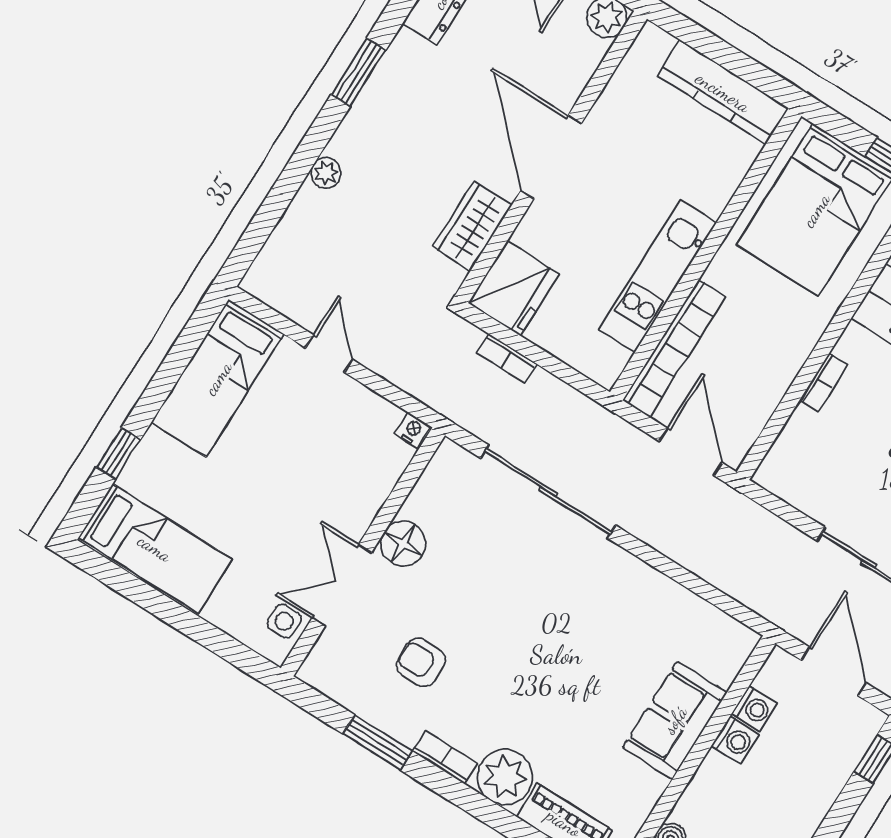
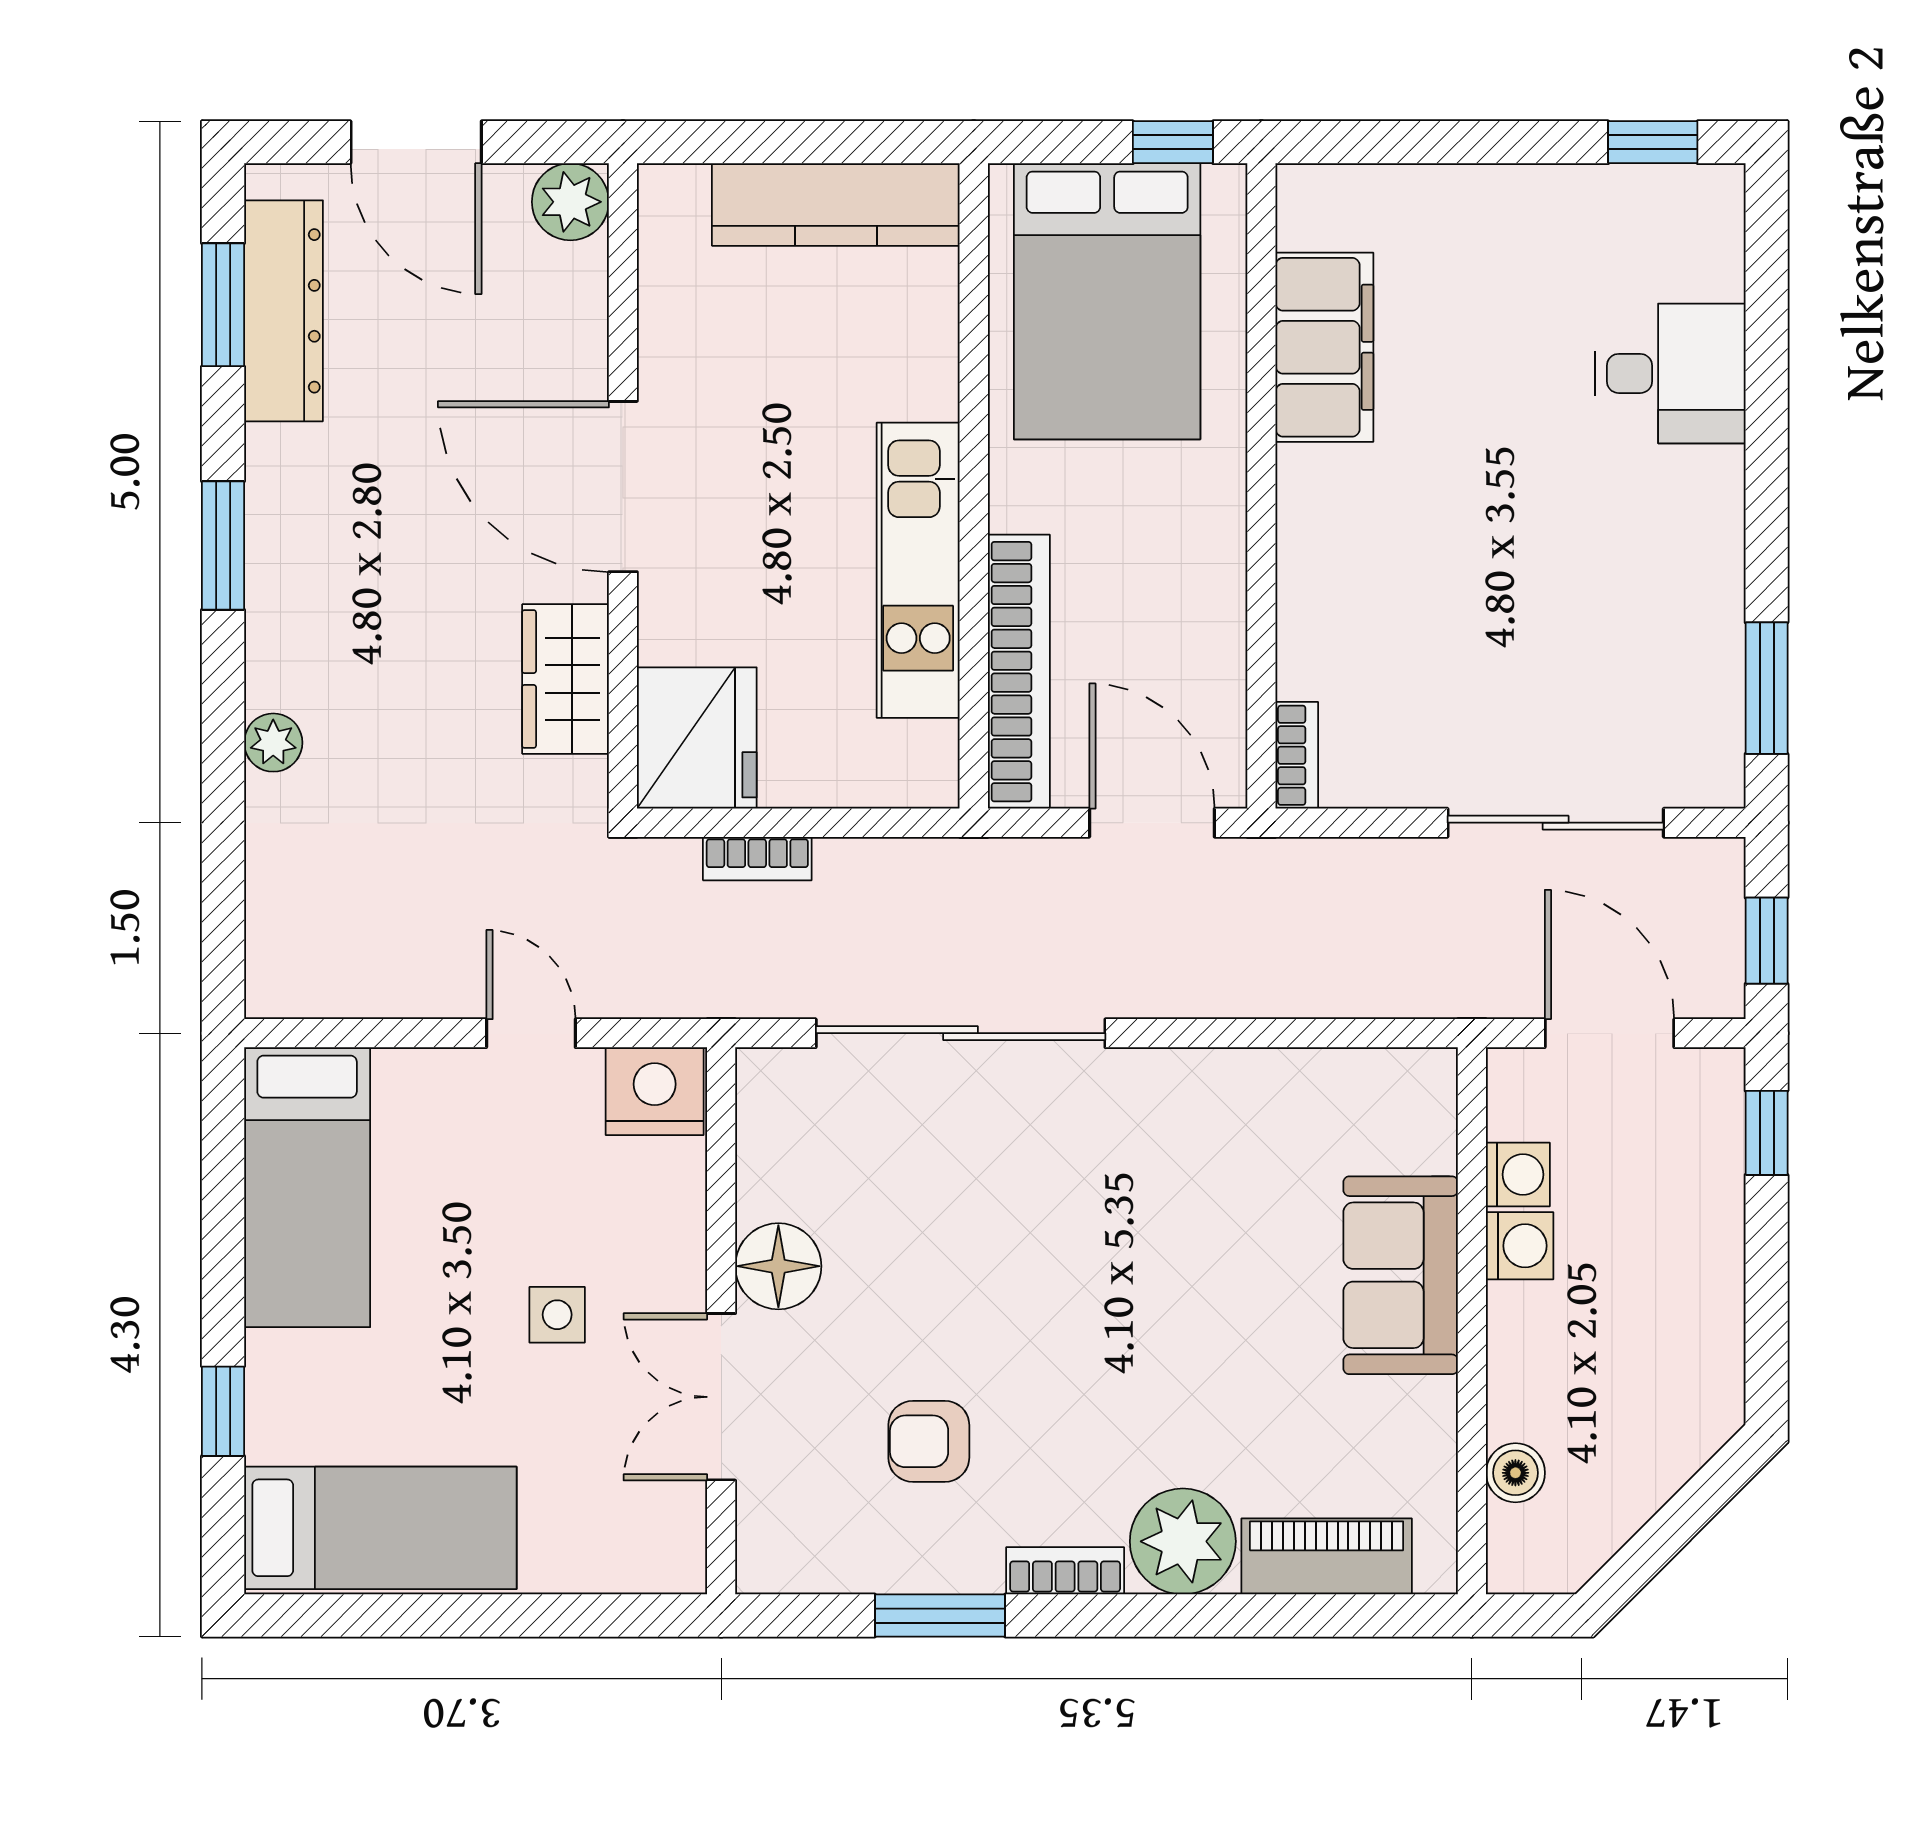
door: (329, 354) -> (531, 1033), moved
bookcase: (823, 383) -> (1297, 755), moved
nightstand: (413, 430) -> (655, 1091), width x1.89, depth x1.79
side table: (284, 621) -> (557, 1315), moved

